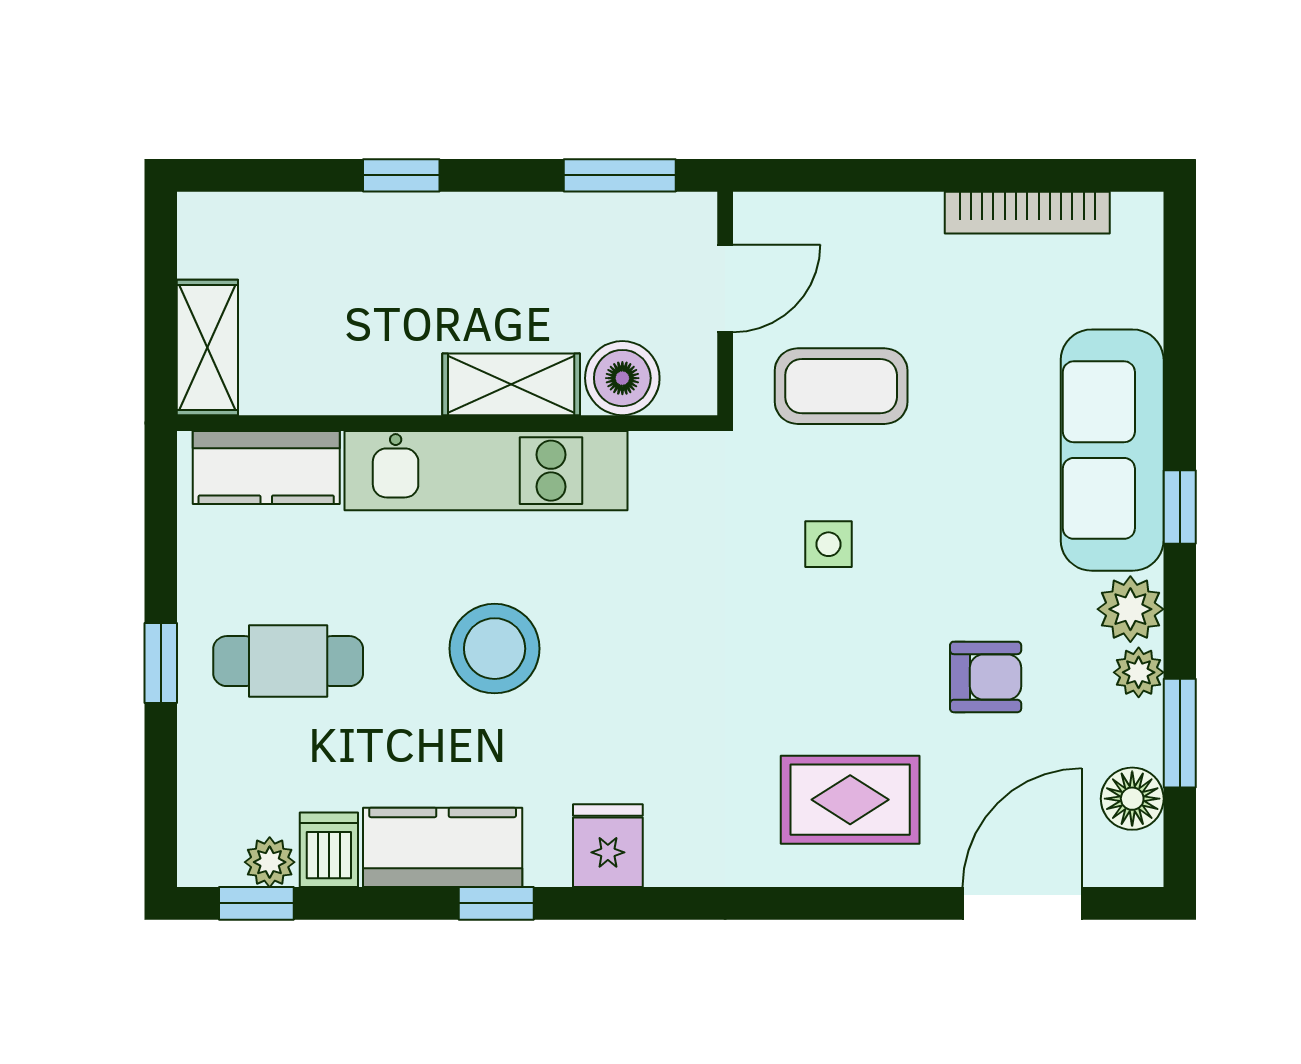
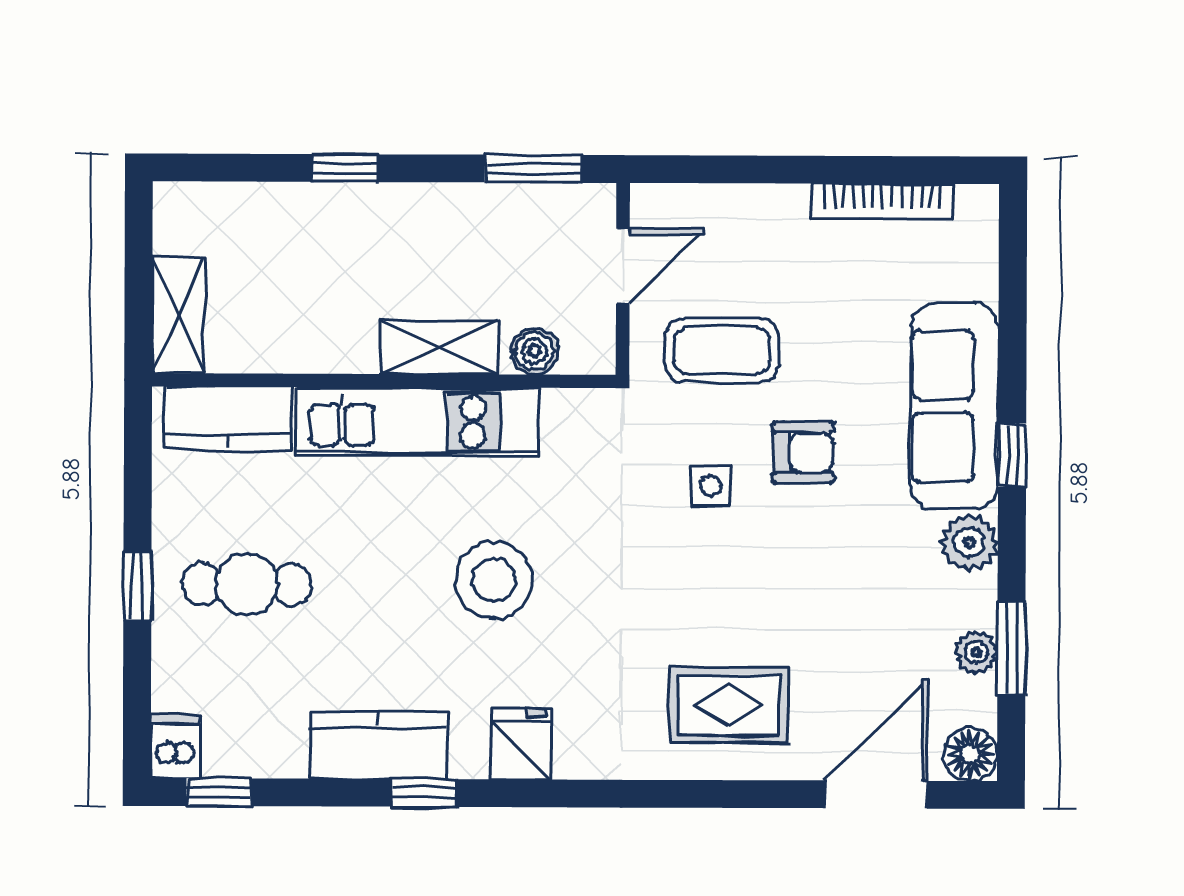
boiler: (622, 378) -> (534, 351), width x0.73, depth x0.73
stool: (495, 649) -> (494, 580), moved
plant: (1139, 672) -> (976, 652), moved
armchair: (986, 677) -> (803, 453), moved
floor lamp: (1132, 799) -> (970, 754), moved
dishwasher: (329, 850) -> (176, 746), moved
plant: (270, 862) -> (230, 757), removed

